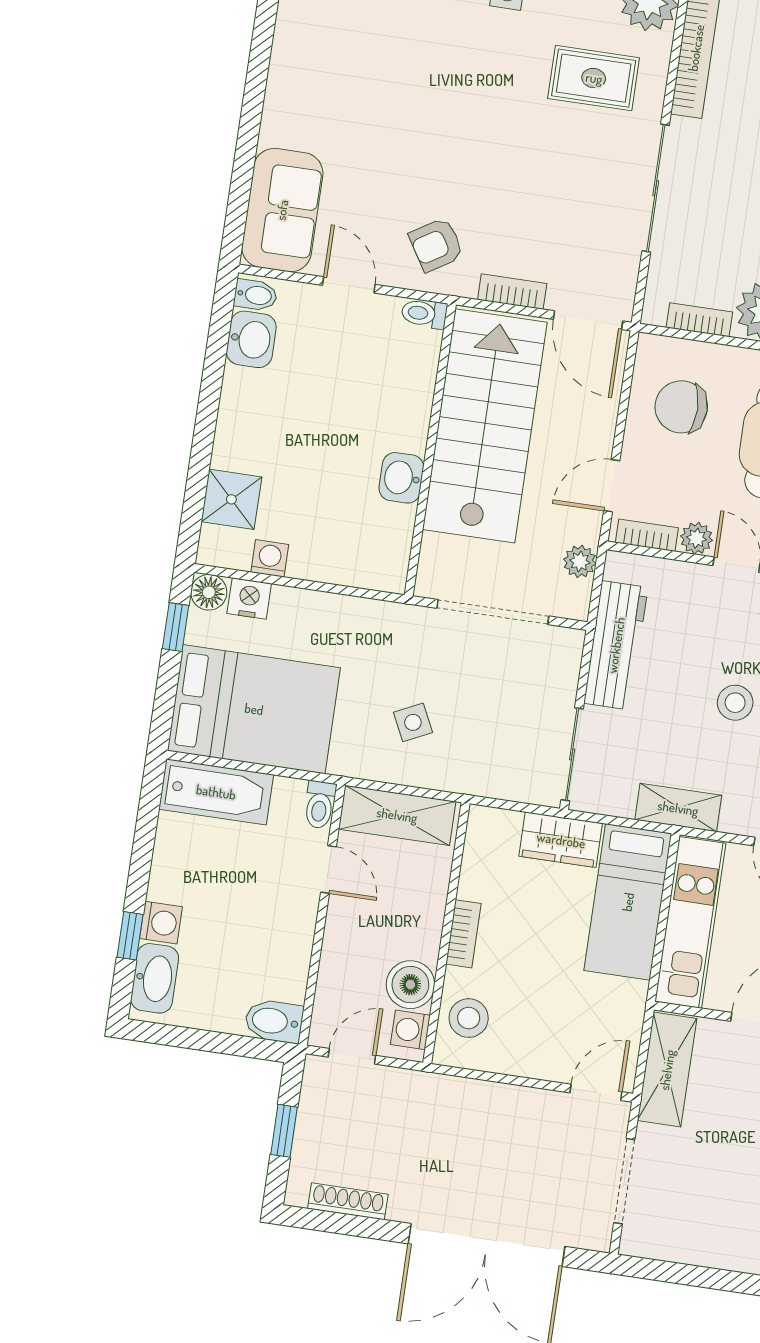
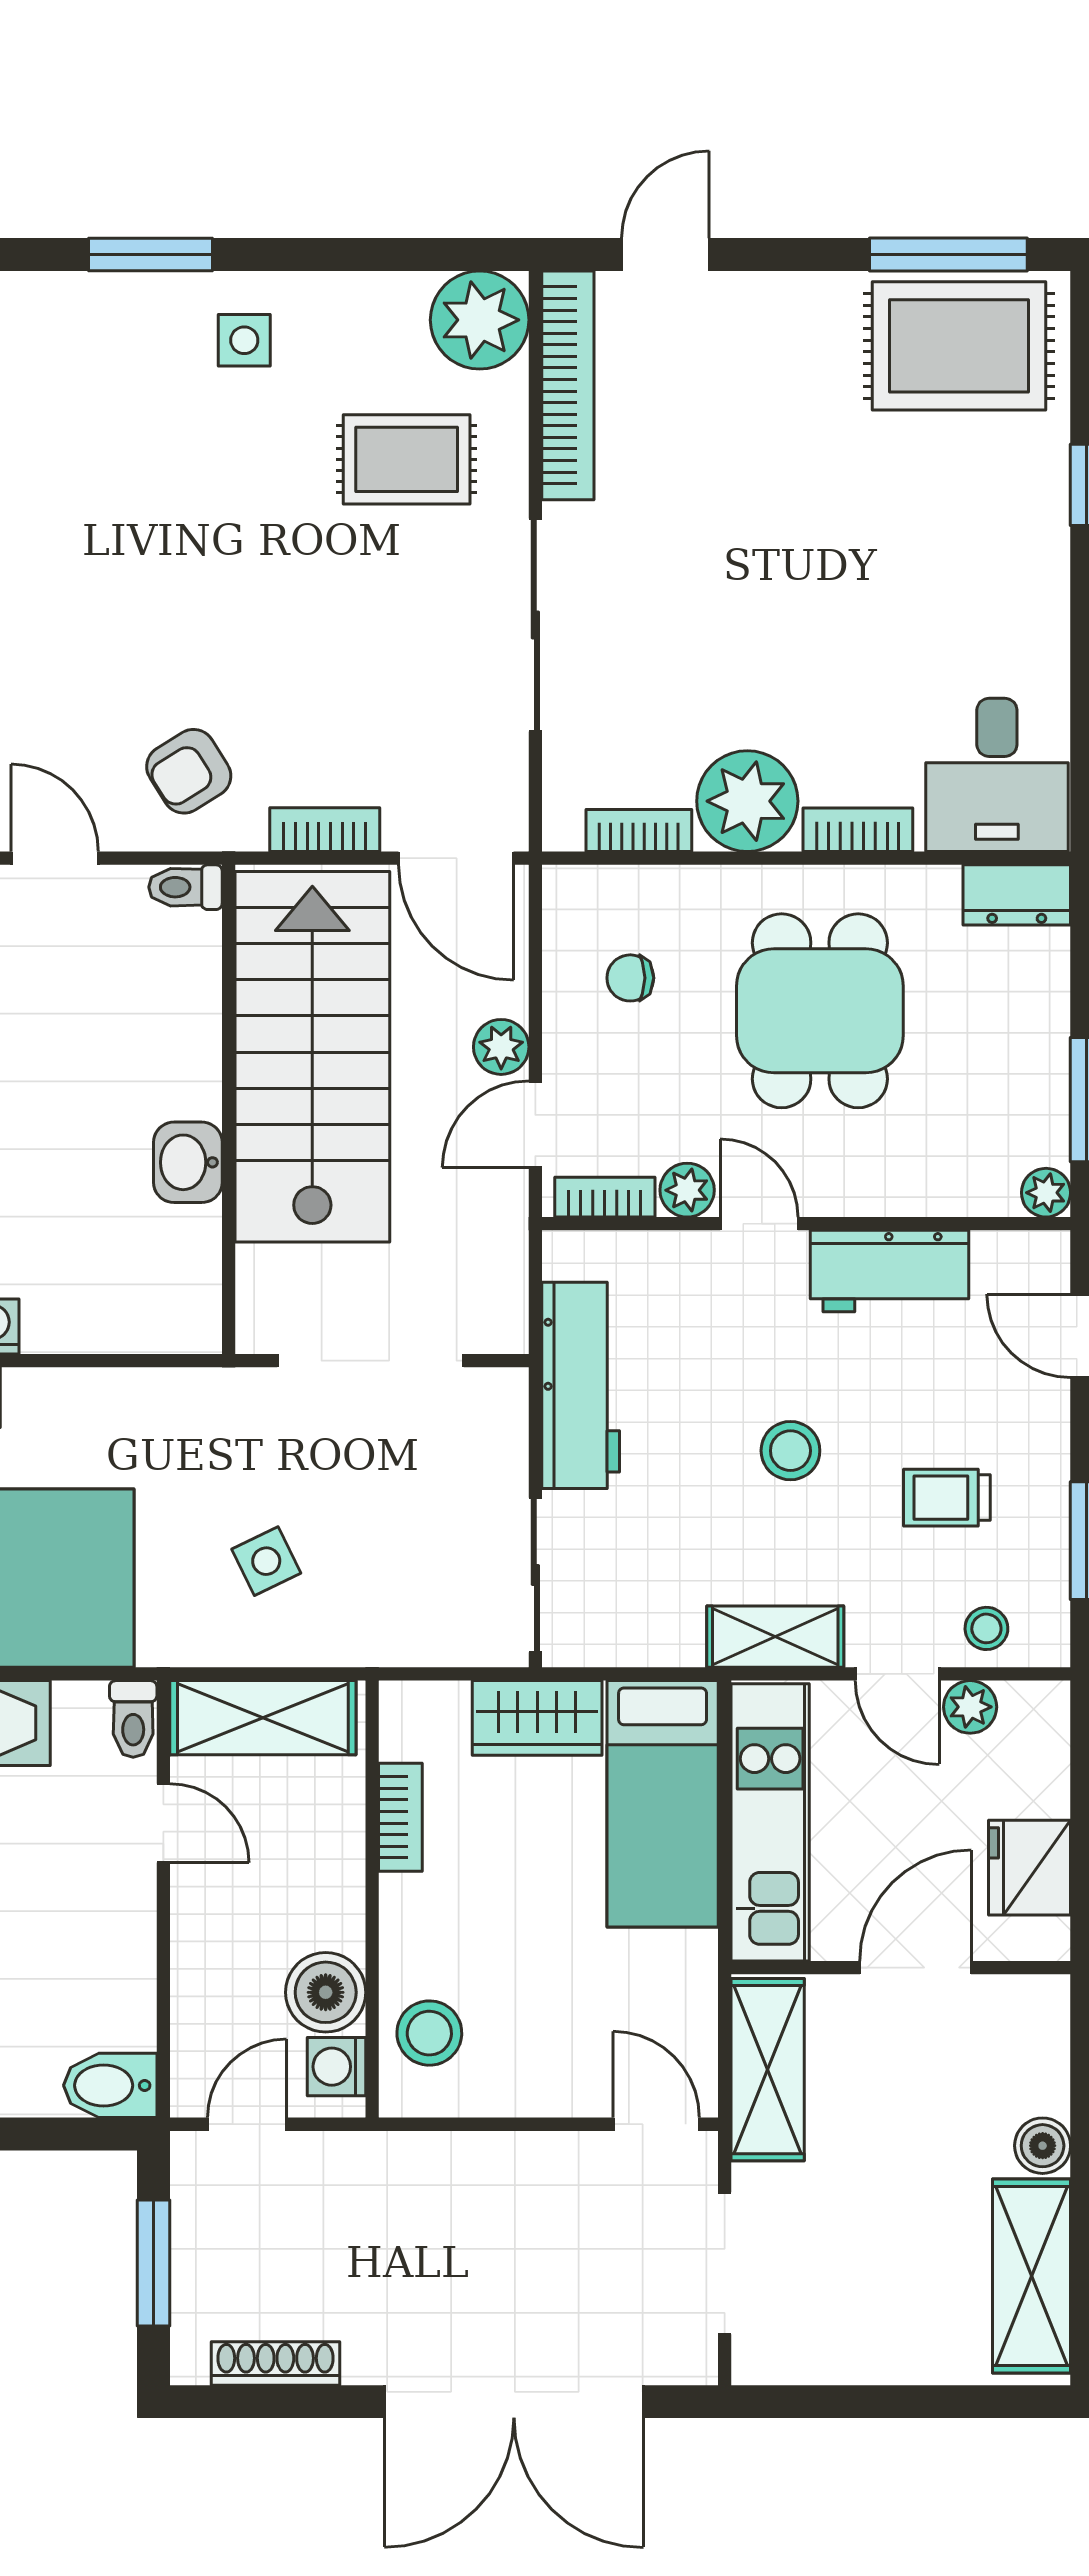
chair: (681, 407) -> (630, 978), width x0.54, depth x0.54
plant: (580, 561) -> (501, 1047), moved
shelving: (678, 808) -> (775, 1637), moved
bookcase: (463, 934) -> (400, 1817), moved
door: (596, 1092) -> (656, 2124), hinge flipped
window: (284, 1131) -> (154, 2263), width x1.50

